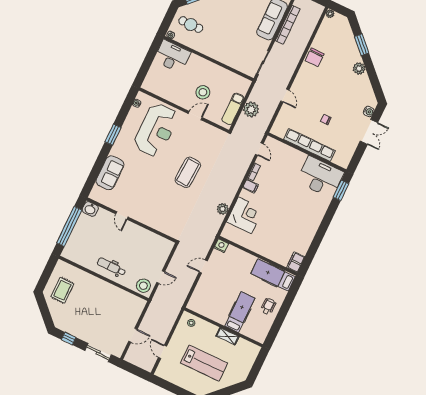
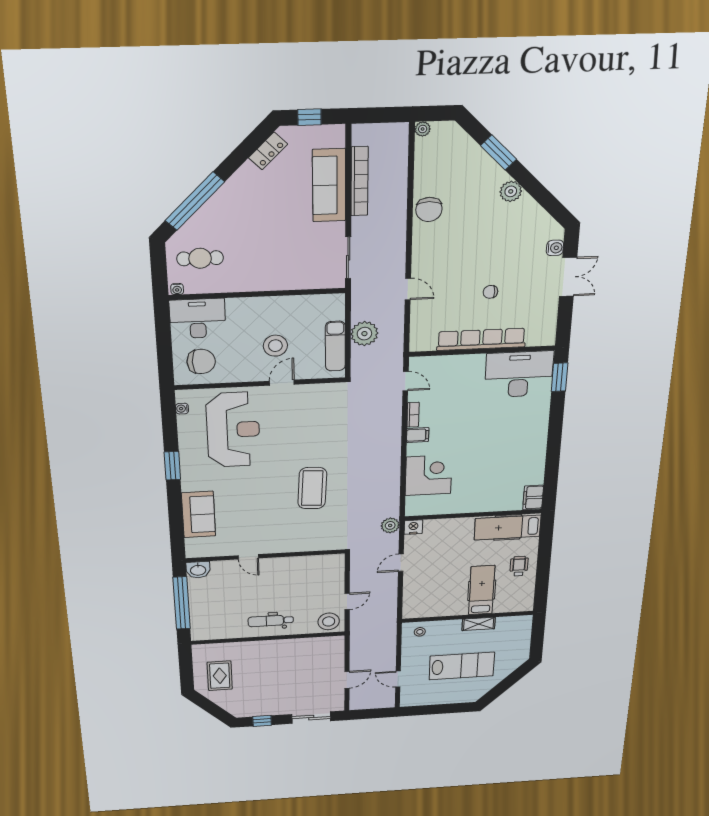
chair: (161, 81) -> (201, 362), added
coffee table: (188, 172) -> (312, 488), moved
plant: (223, 209) -> (390, 525), moved

